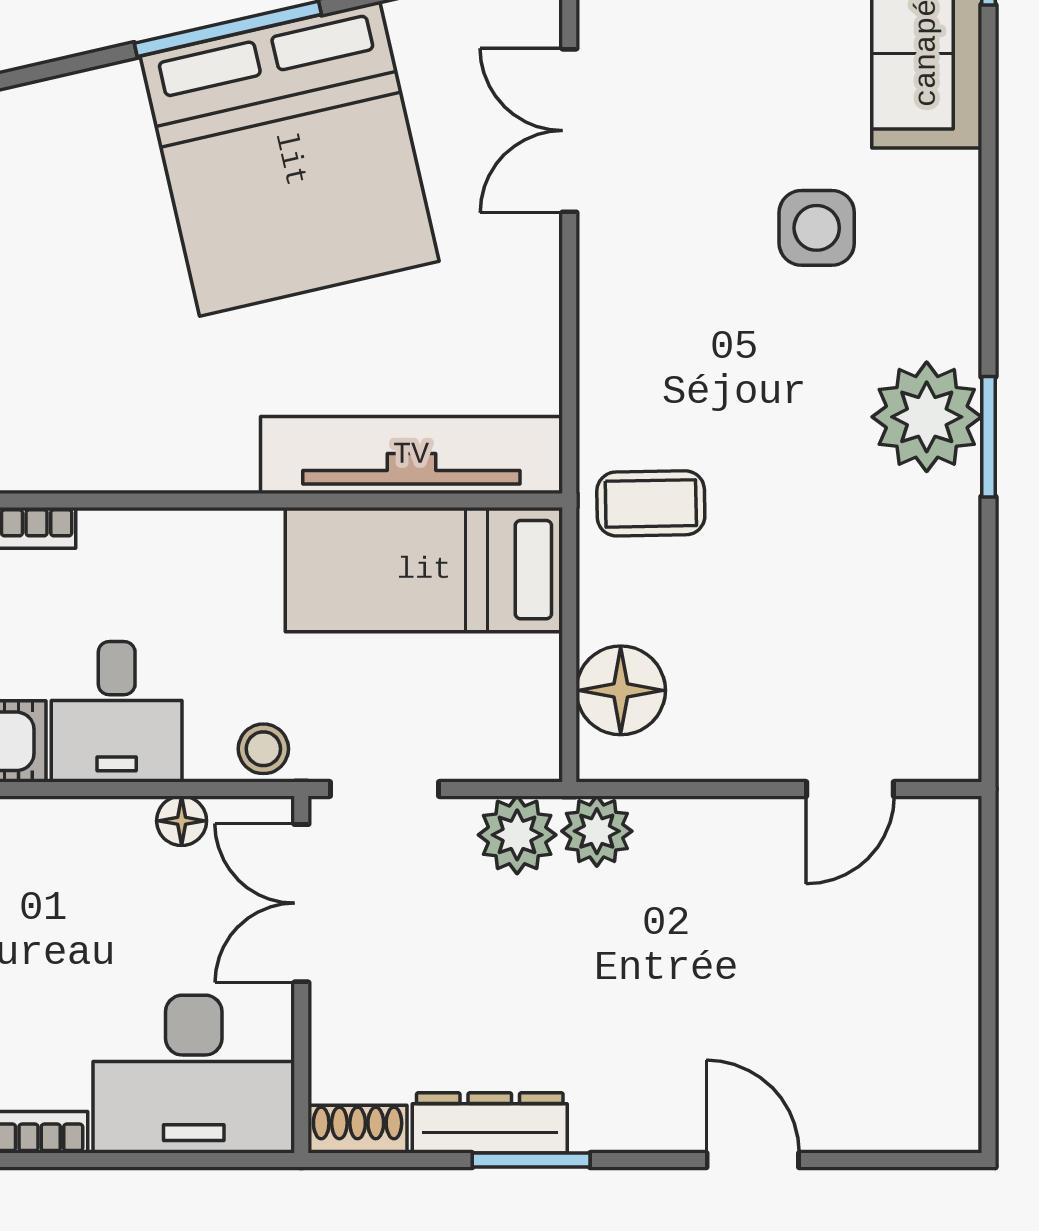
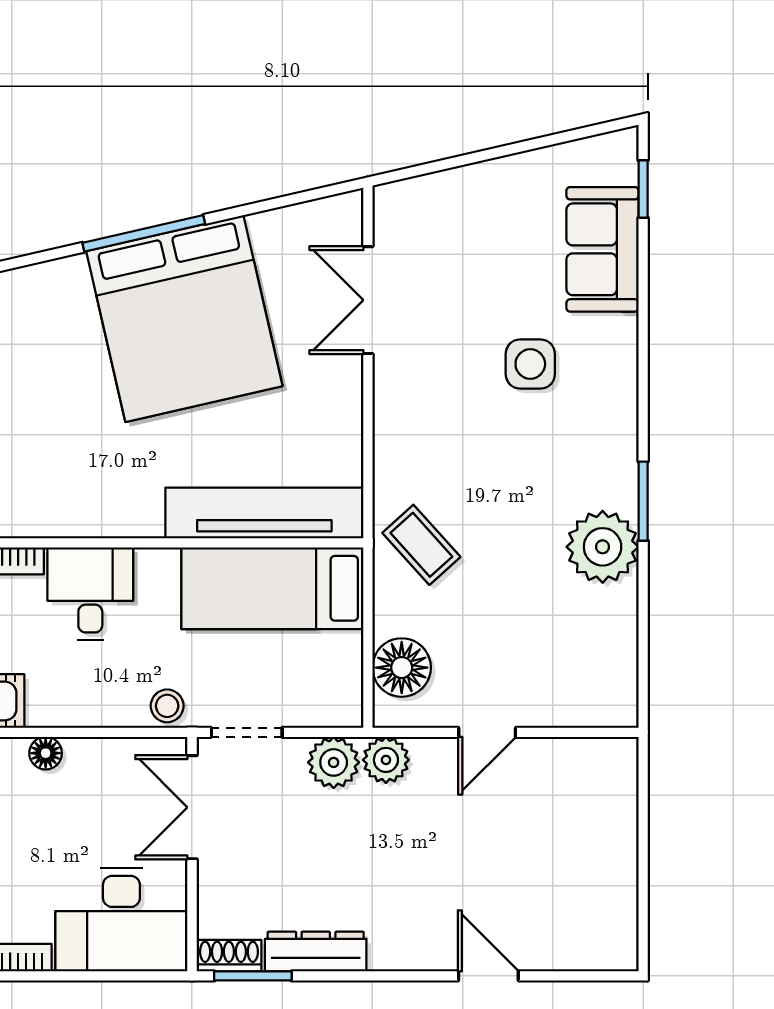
plant: (927, 417) -> (603, 547), moved
coffee table: (651, 503) -> (421, 545), turned 49
desk: (117, 712) -> (90, 594), moved, turned 180
door: (850, 789) -> (487, 732), moved
floor lamp: (182, 821) -> (46, 753), moved
window: (531, 1160) -> (253, 976), moved

